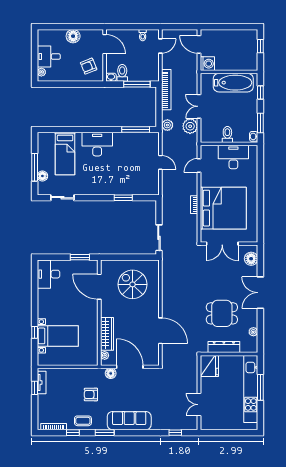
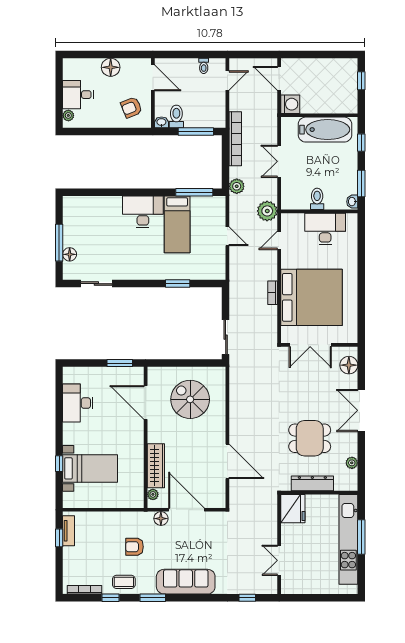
plant: (190, 126) -> (267, 211), moved
bed: (65, 154) -> (177, 224), moved
desk: (48, 274) -> (78, 403), moved

